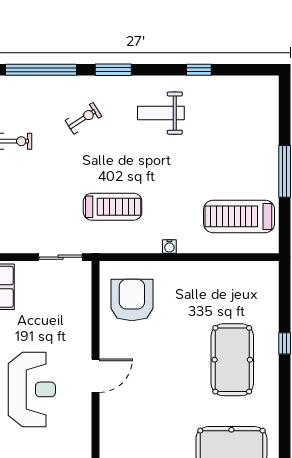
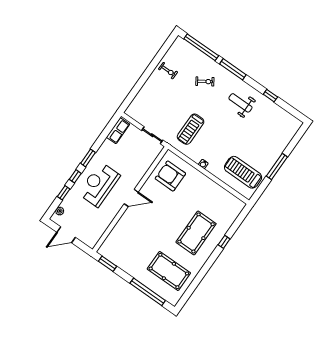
window: (113, 70) -> (233, 69), width x1.44
treadmill: (113, 207) -> (191, 129), turned 90
armchair: (132, 300) -> (170, 176), turned -90
reception desk: (32, 389) -> (99, 184), turned 180

